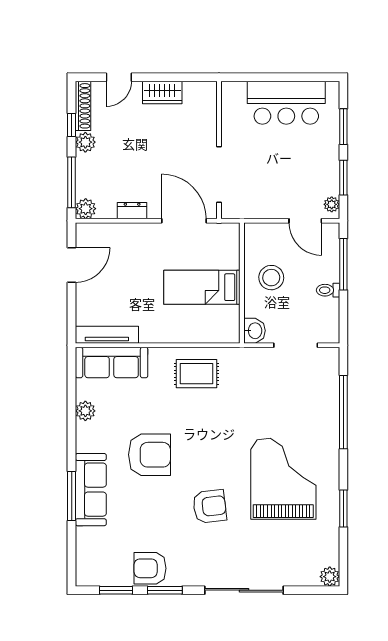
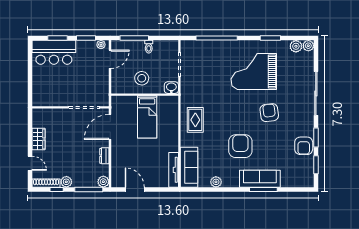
bar counter: (286, 103) -> (54, 52), moved, turned 90
plant: (329, 554) -> (296, 46), added

